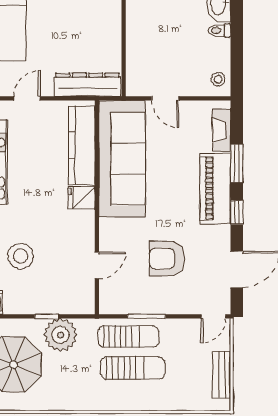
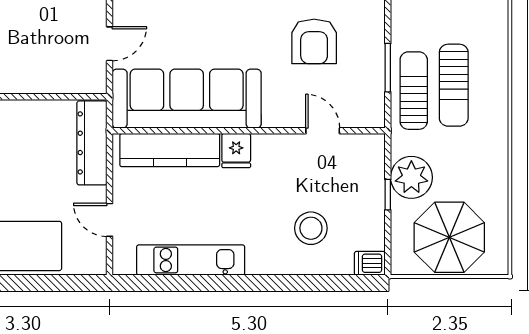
sun lounger: (133, 368) -> (454, 85), turned 180

